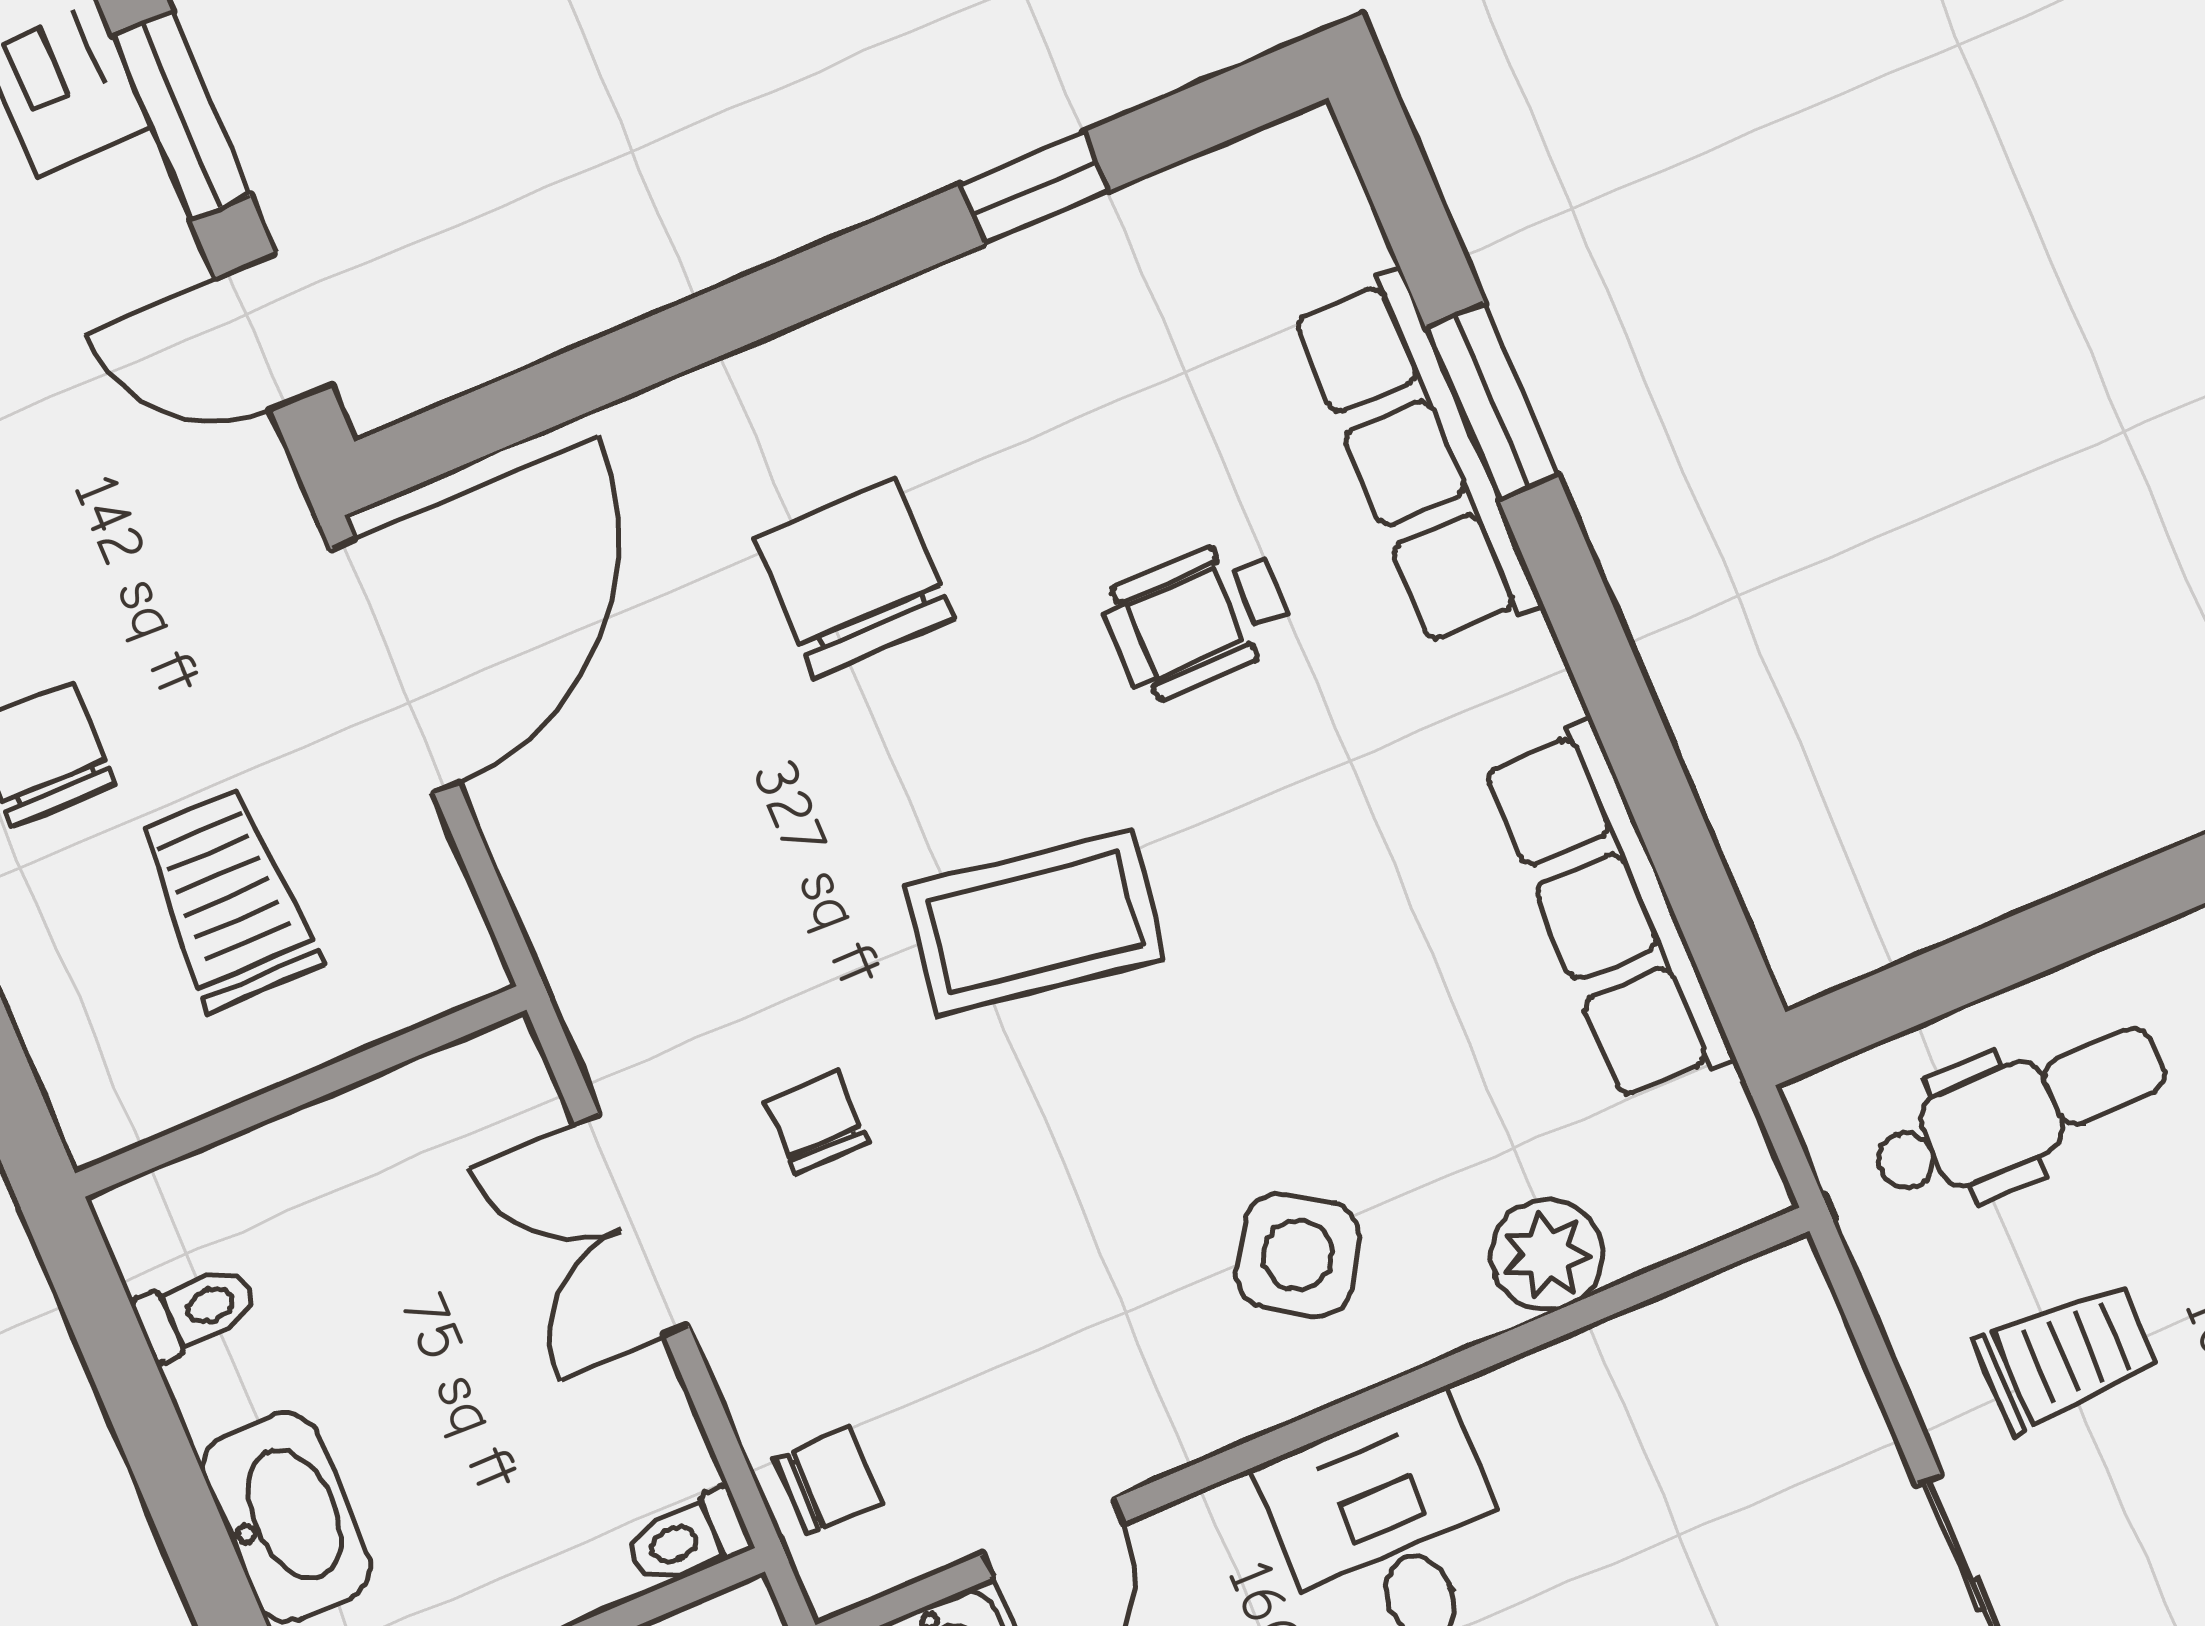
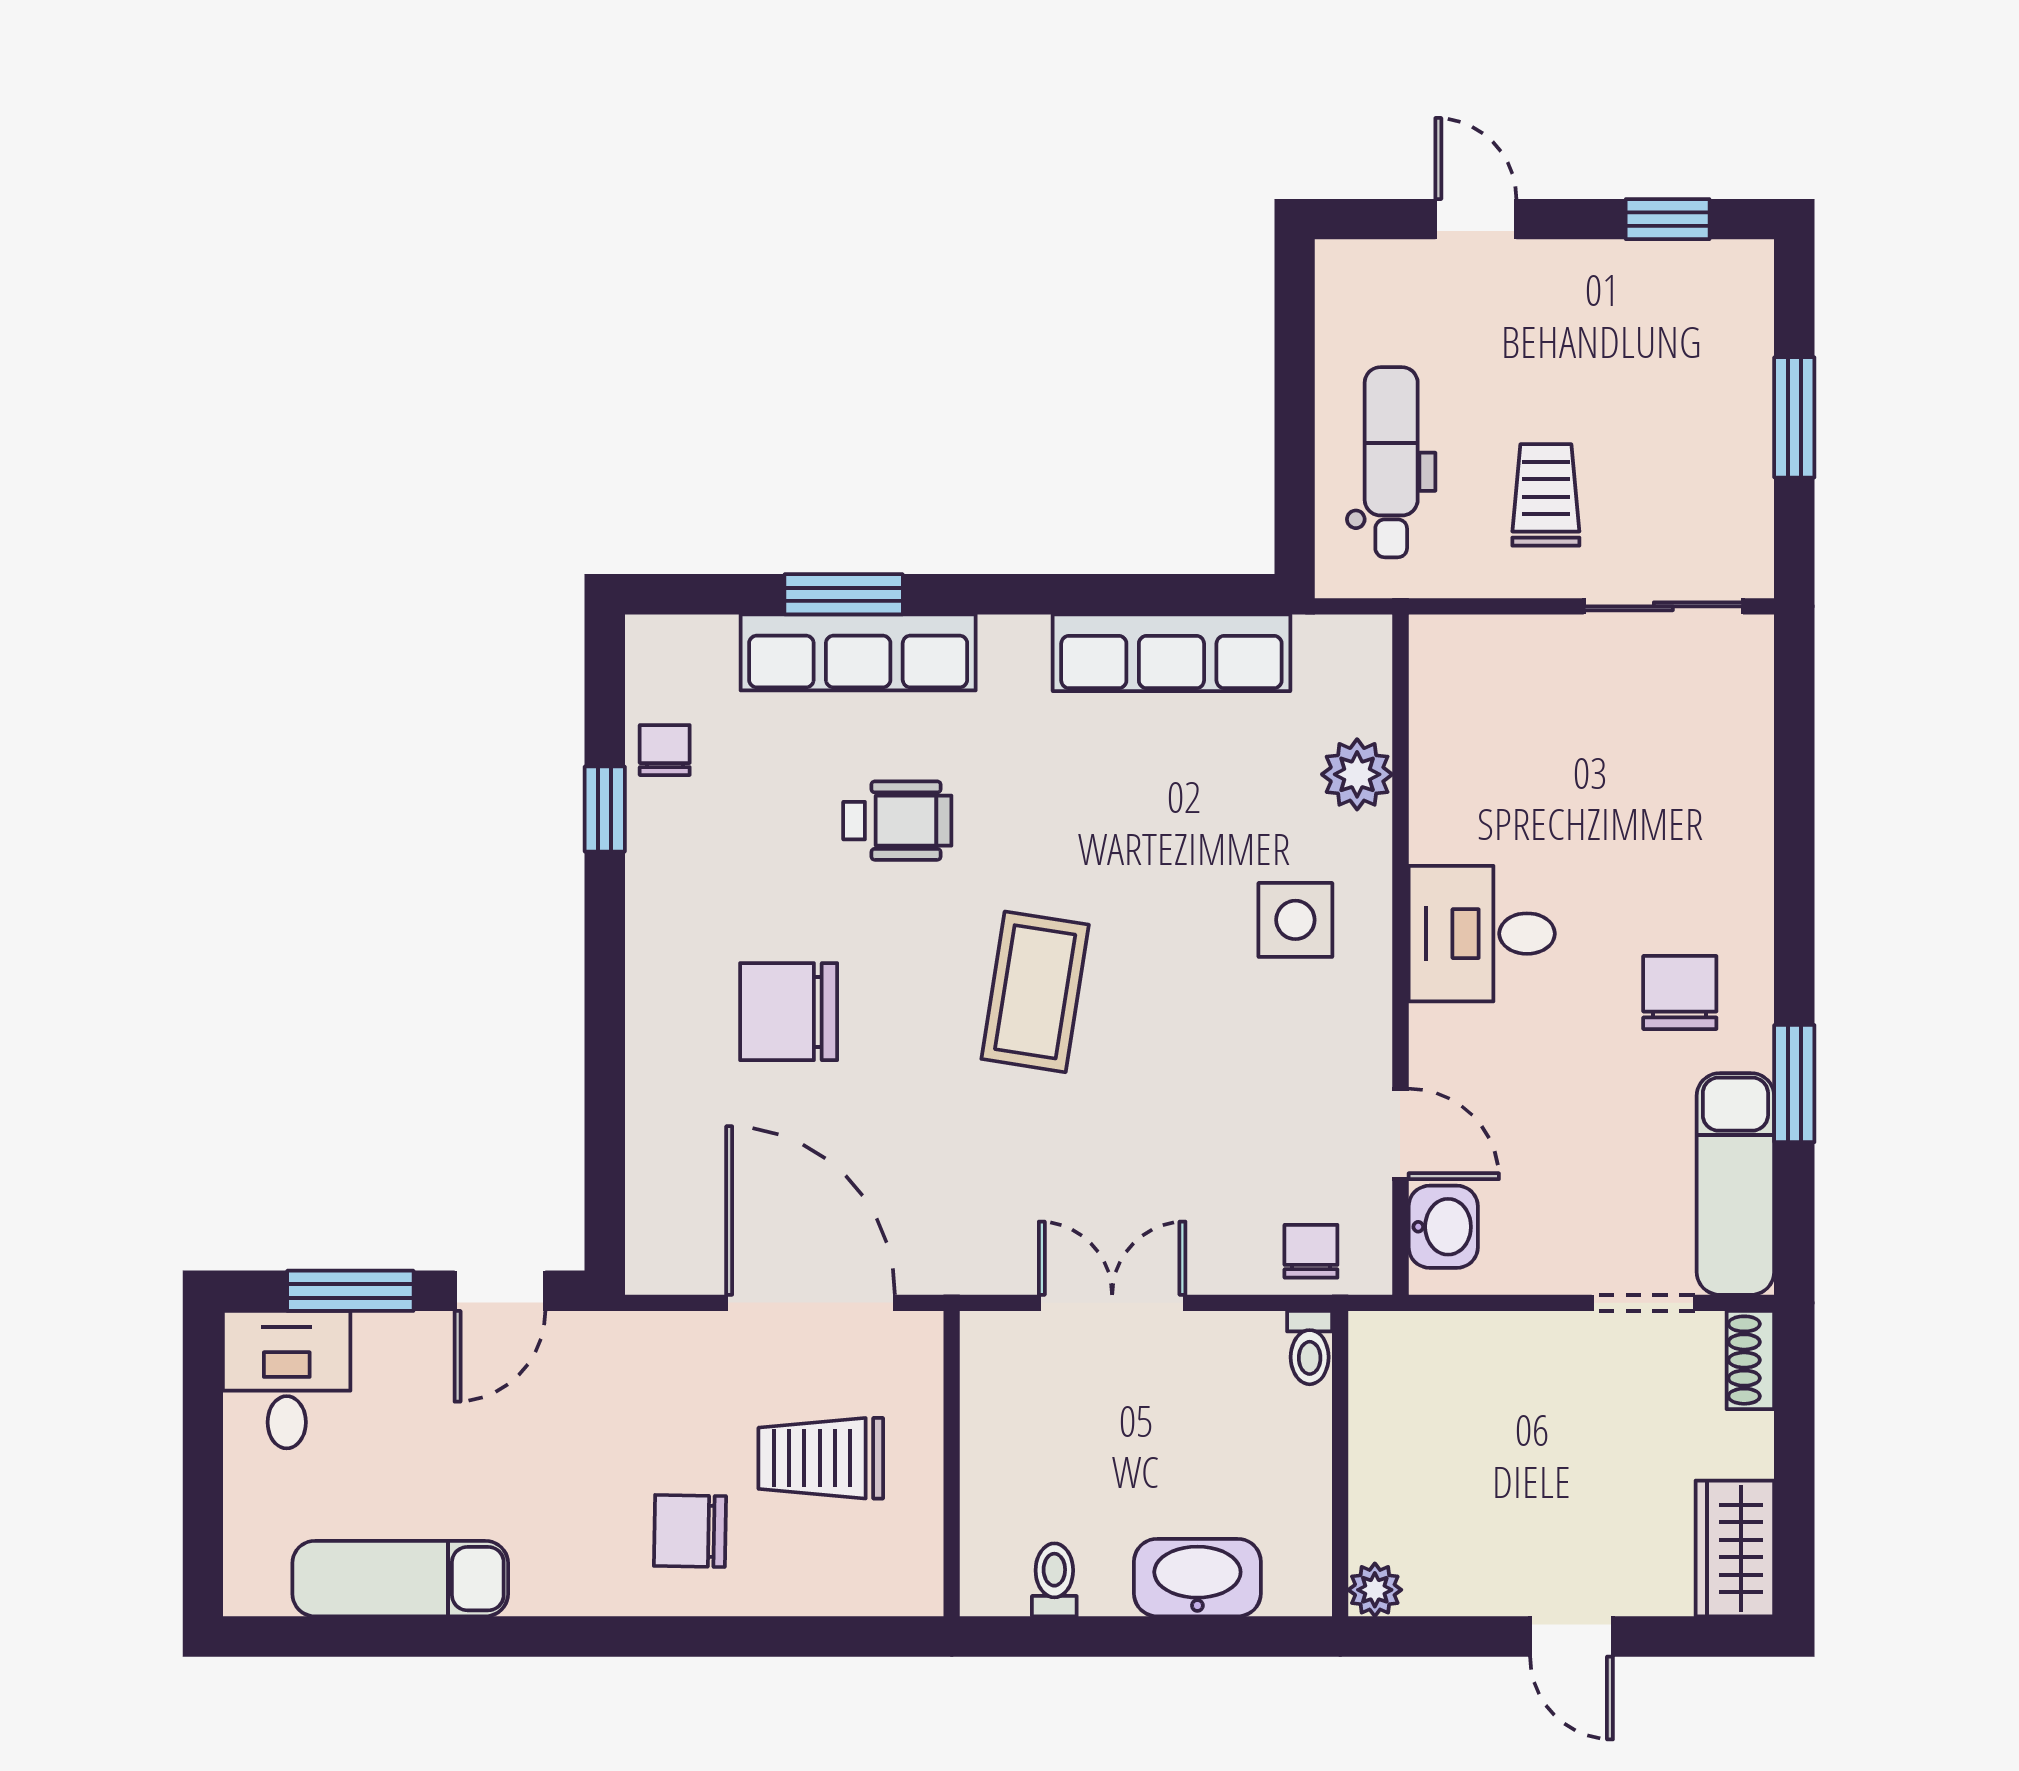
wheelchair: (1197, 618) -> (897, 821), turned -90
door: (395, 666) -> (811, 1303), moved
chair: (817, 1123) -> (665, 750), moved, turned 90
double door: (632, 1225) -> (1112, 1303), swing flipped
side table: (1298, 1255) -> (1295, 920), turned -34

